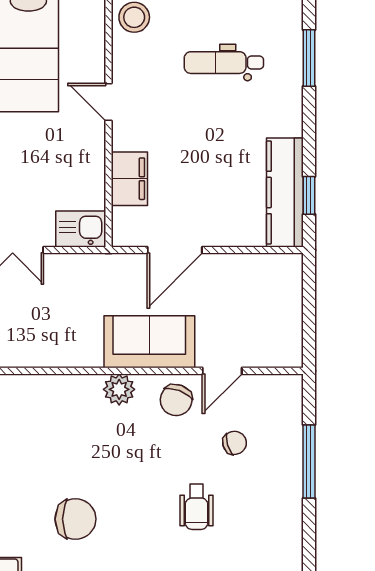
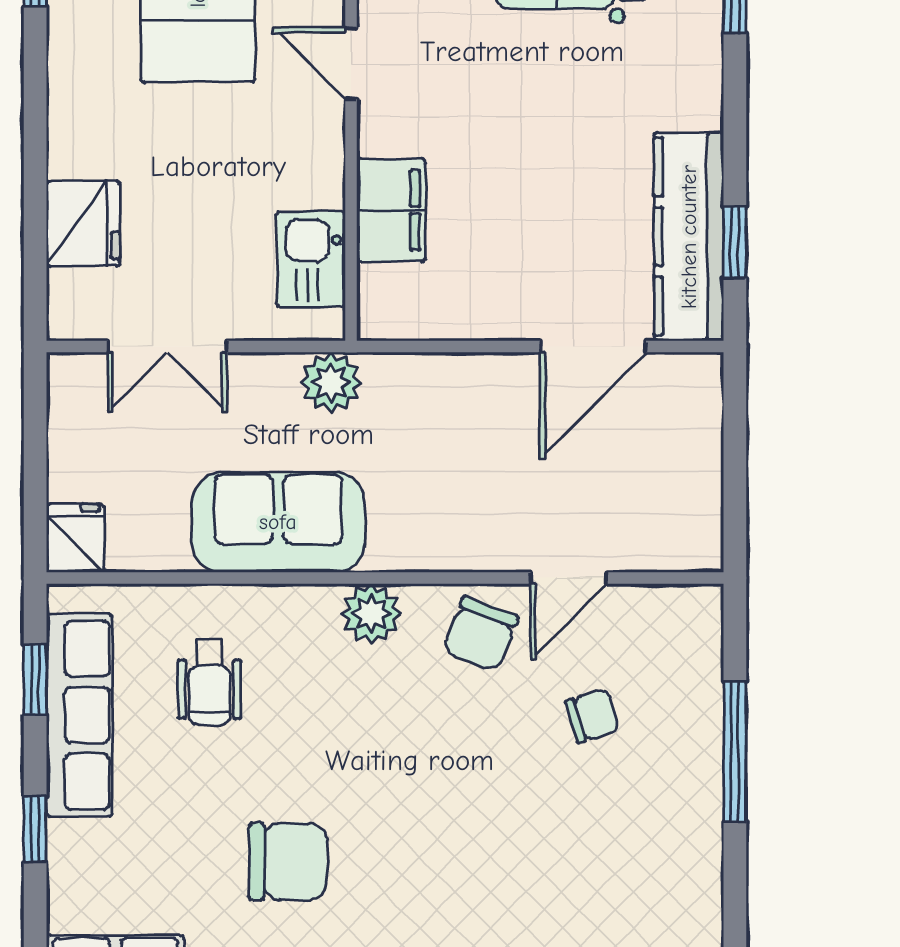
kitchen sink: (81, 229) -> (311, 259), moved, turned -90
door: (175, 250) -> (593, 347), moved
plant: (98, 269) -> (331, 382), added
sofa: (149, 342) -> (278, 522), moved
wheelchair: (197, 507) -> (210, 682), moved

